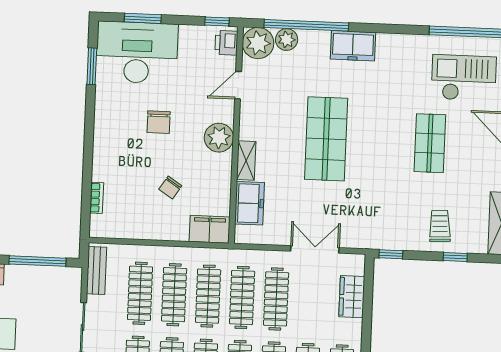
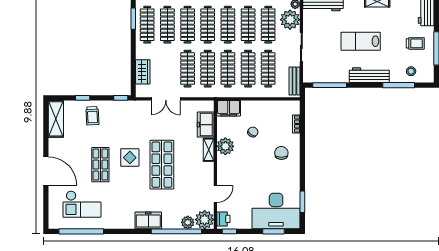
chair: (159, 122) -> (281, 153), moved
plant: (219, 138) -> (225, 146), moved
display table: (380, 153) -> (130, 158), added

